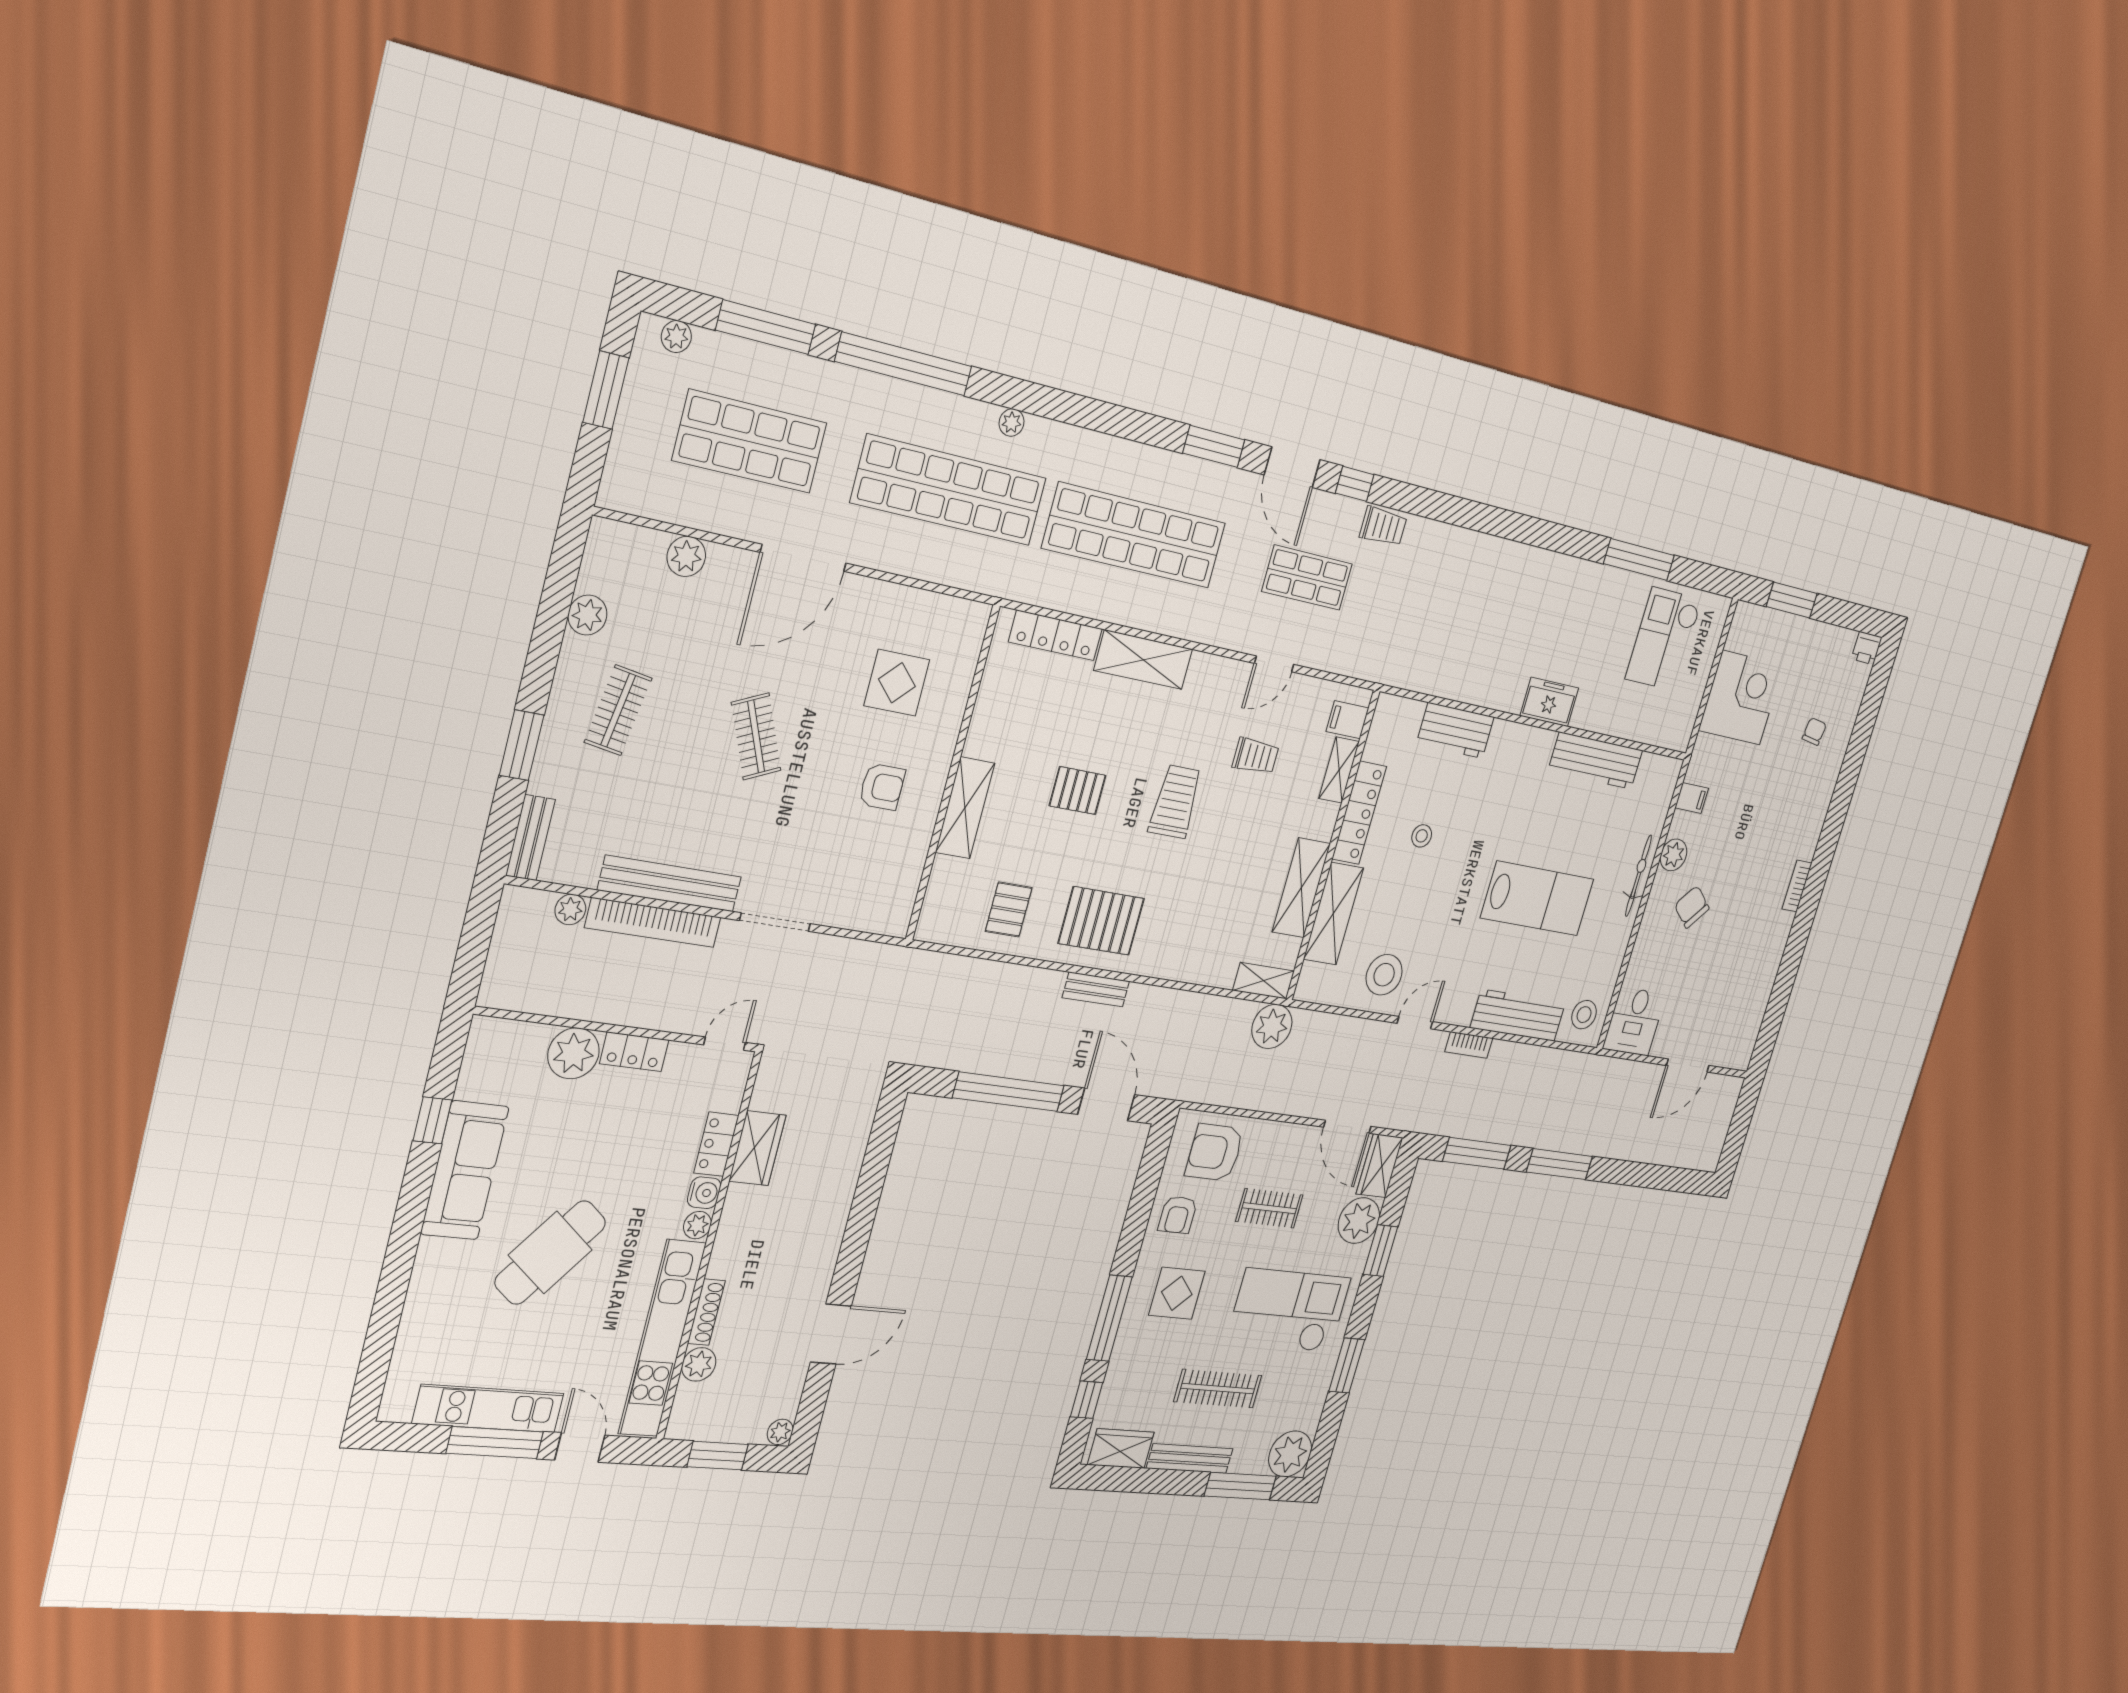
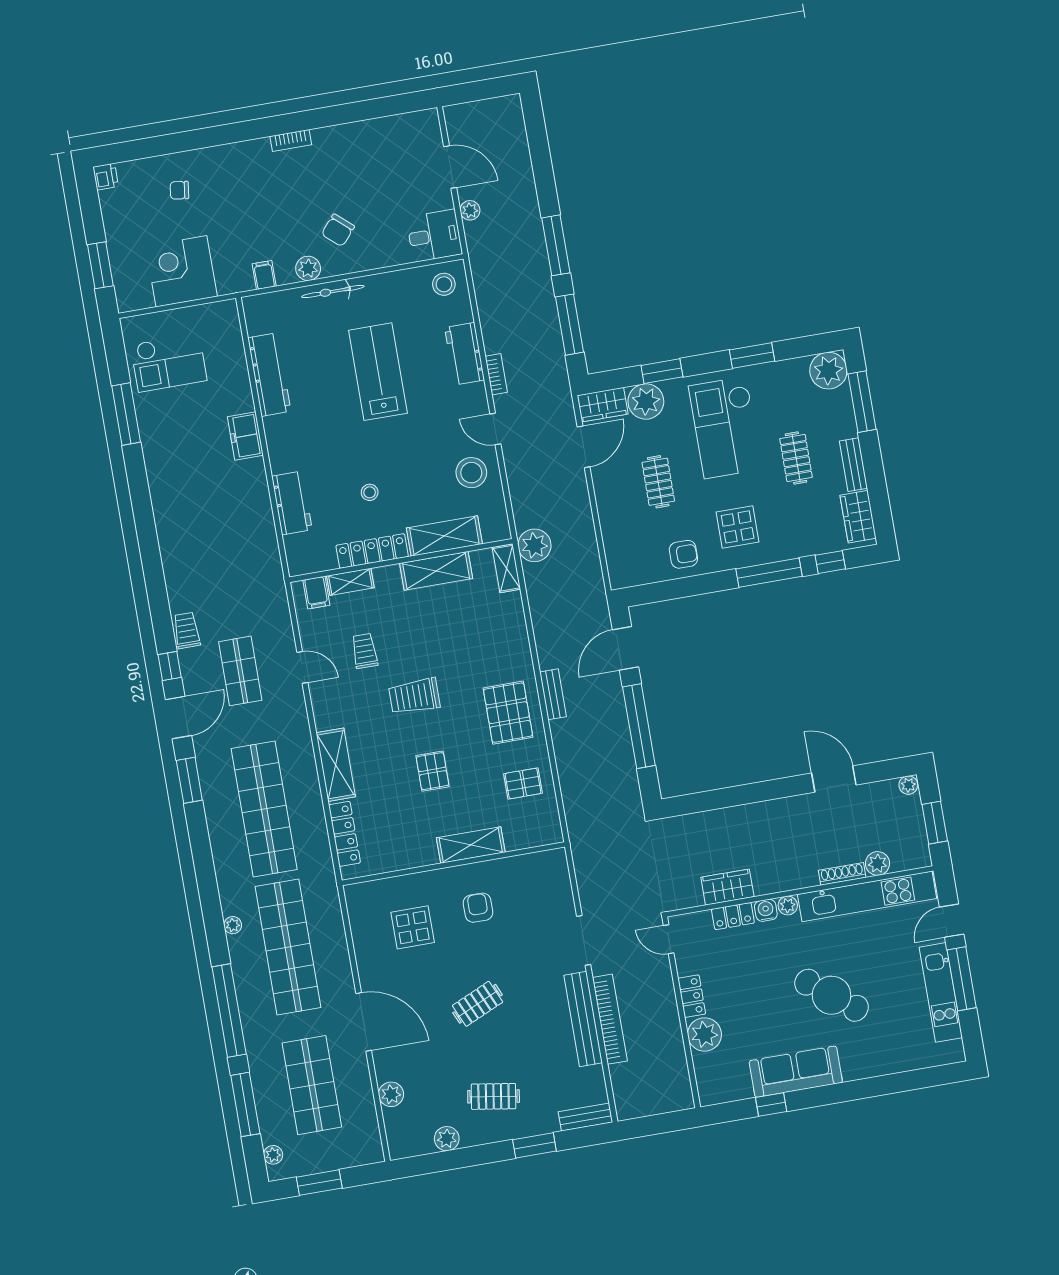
plant: (570, 909) -> (470, 210), moved
workbench: (1518, 1015) -> (465, 354), width x0.73
armchair: (1215, 1152) -> (633, 547), removed
clothes rail: (1218, 1389) -> (796, 458), width x0.73
bench: (1190, 1459) -> (853, 465), width x0.73

